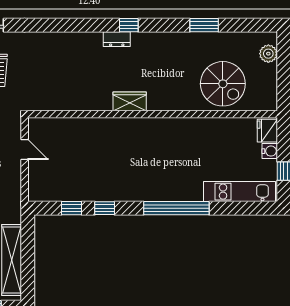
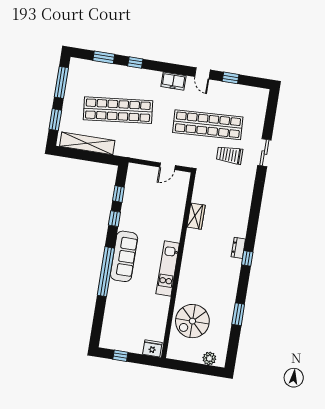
wardrobe: (130, 101) -> (196, 216), moved
water cooler: (270, 151) -> (137, 348), removed
sofa: (152, 188) -> (124, 256), added
kitchen unit: (240, 192) -> (168, 268), moved, turned 180

